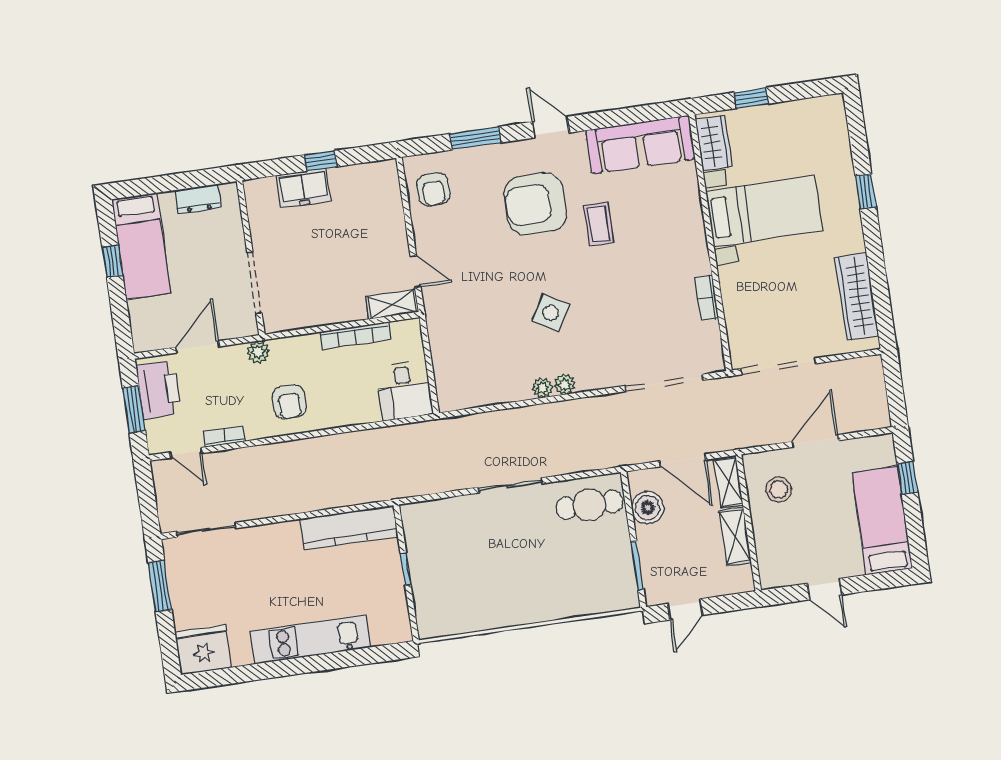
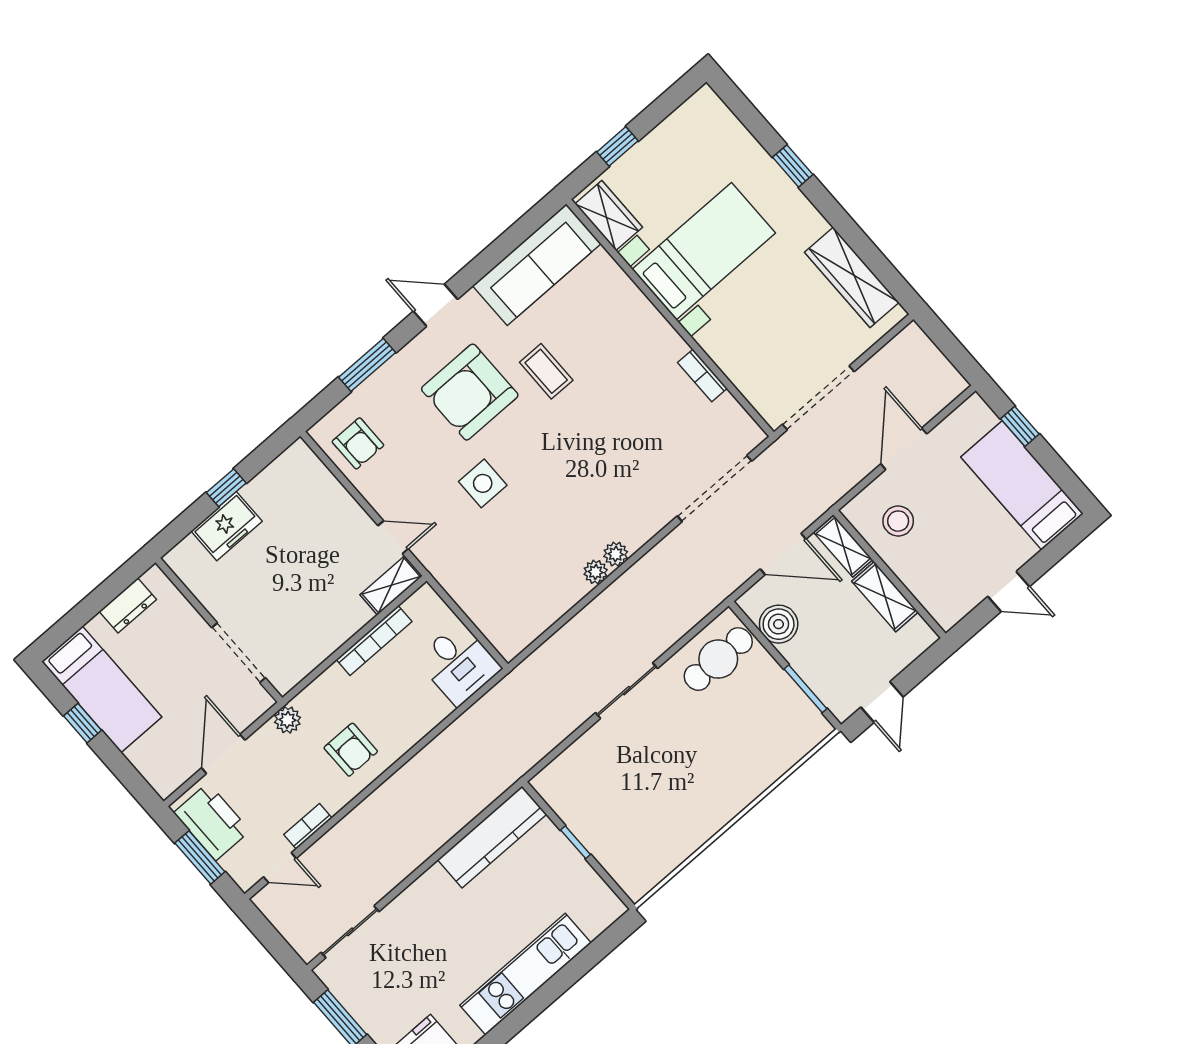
side table: (550, 313) -> (483, 483), moved, turned -31

